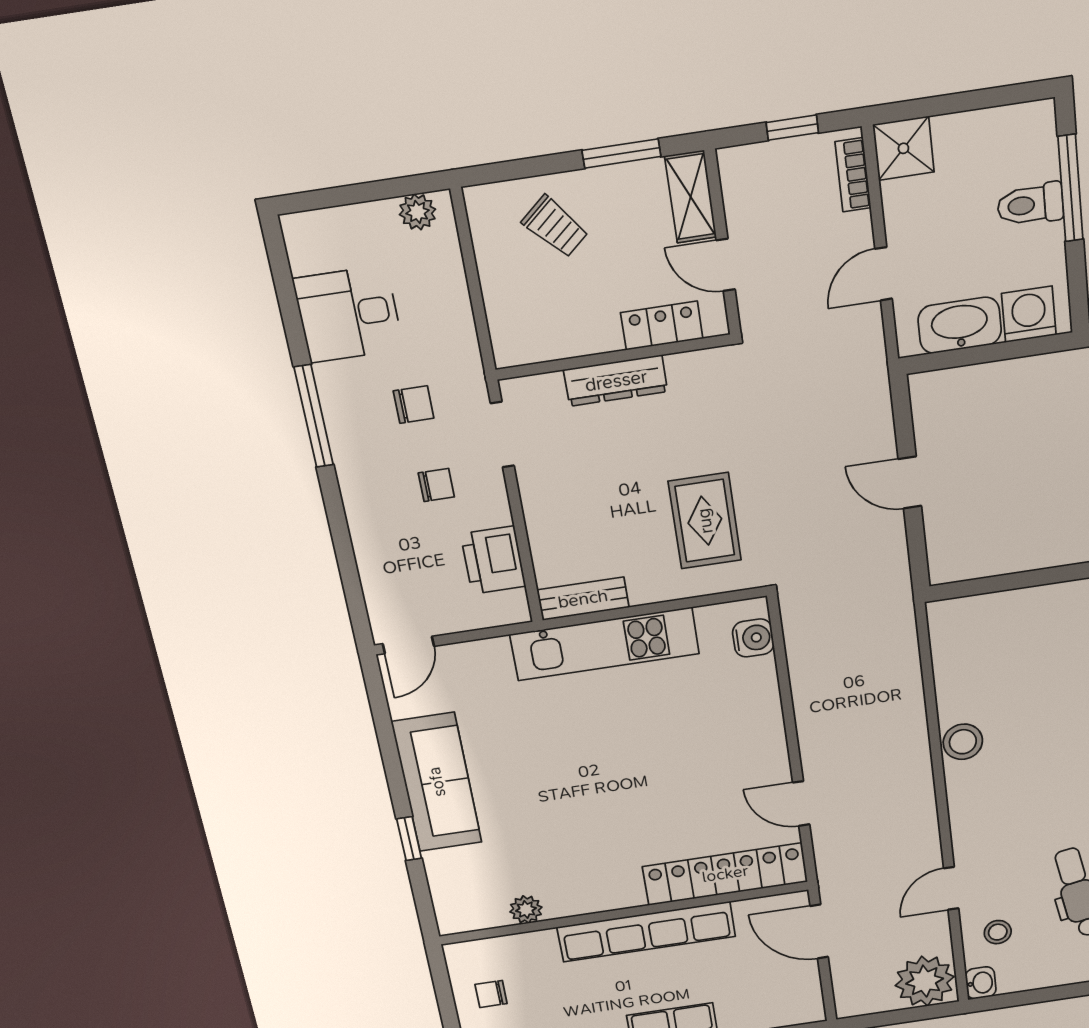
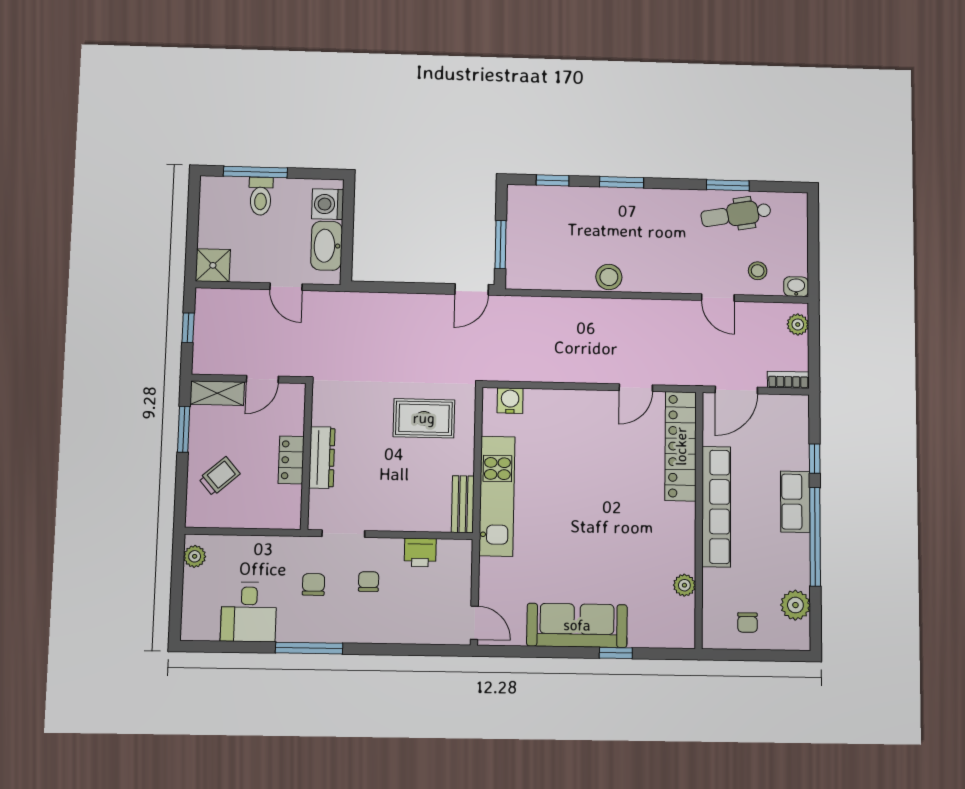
bookcase: (853, 175) -> (788, 380), moved, turned 180
locker: (662, 326) -> (291, 460), moved
door: (910, 482) -> (472, 289), moved
printer: (493, 560) -> (420, 553), width x0.73, depth x0.81
window: (994, 584) -> (501, 245), added
plant: (925, 981) -> (798, 324), width x0.53, depth x0.53

